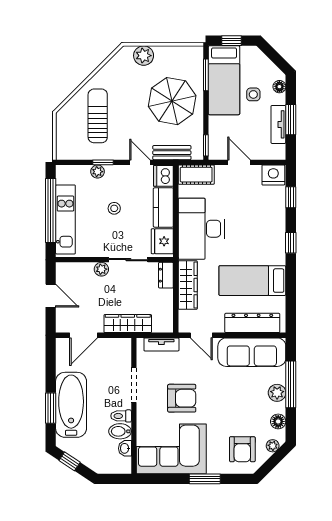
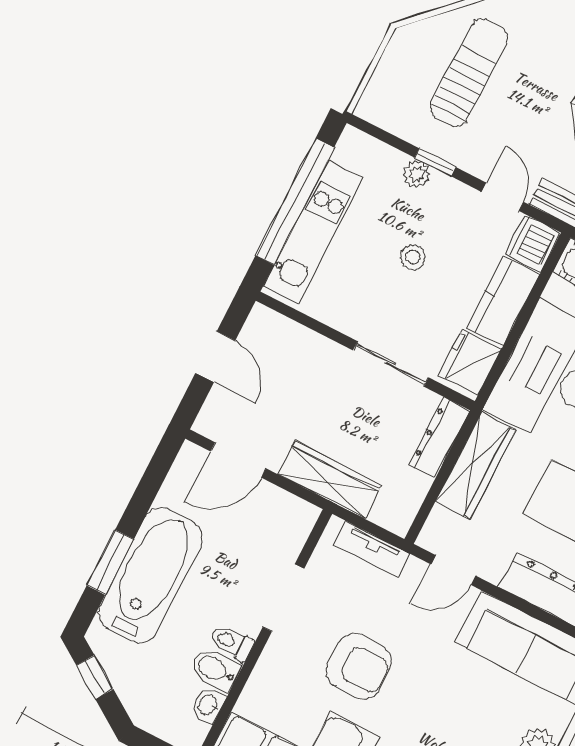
plant: (101, 269) -> (333, 356), removed
dresser: (166, 275) -> (440, 438), width x1.44
door: (201, 335) -> (453, 570), hinge flipped

